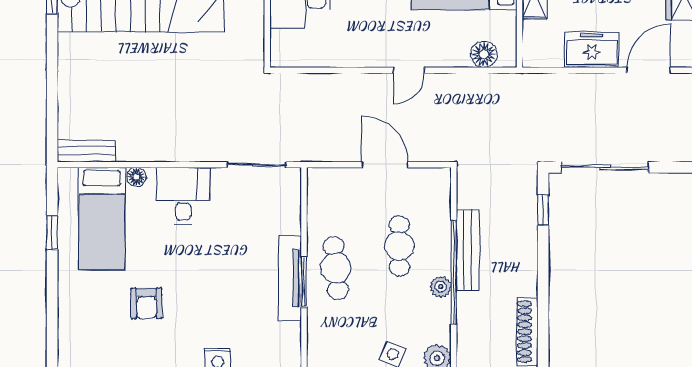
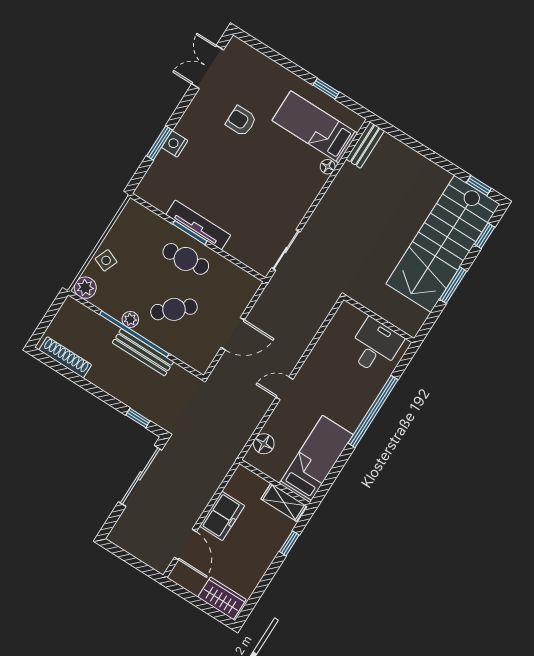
door: (409, 70) -> (284, 388), hinge flipped
desk: (183, 196) -> (296, 189), removed
cafe table: (399, 246) -> (174, 309), turned -42

